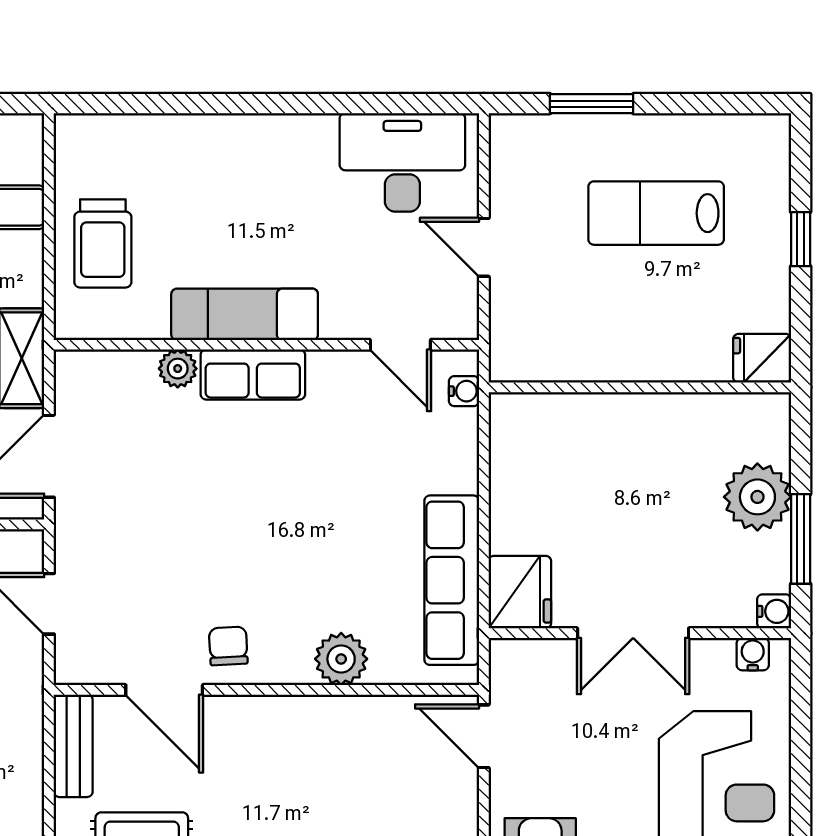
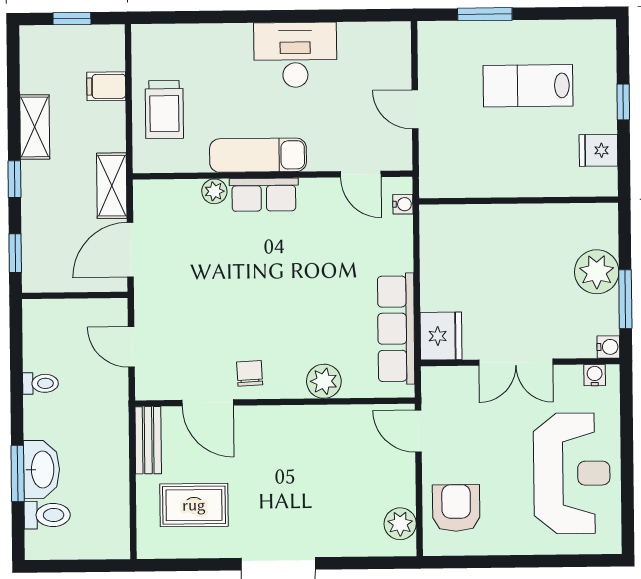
desk: (402, 162) -> (295, 55), moved
fridge: (762, 358) -> (598, 150), moved

